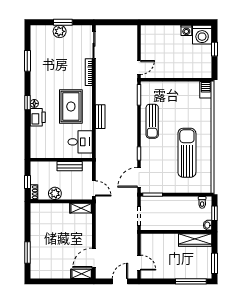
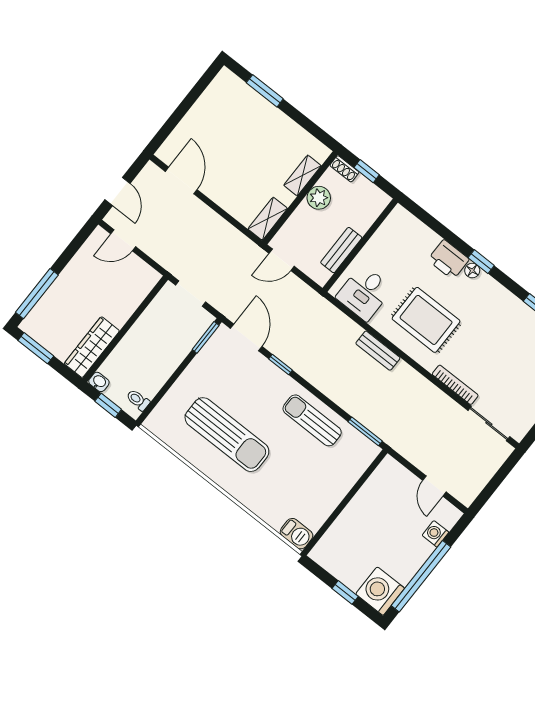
window: (182, 22) -> (421, 576), added
washing machine: (186, 30) -> (435, 534), moved
door: (139, 67) -> (434, 486), moved
shelving: (82, 274) -> (302, 175), moved

